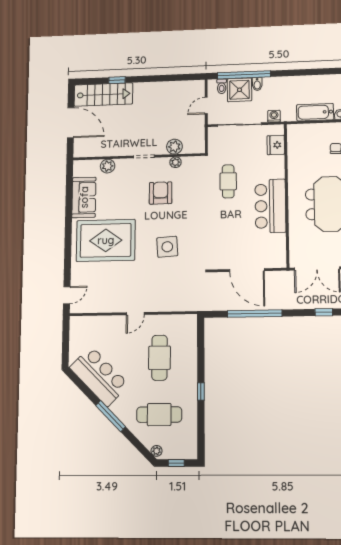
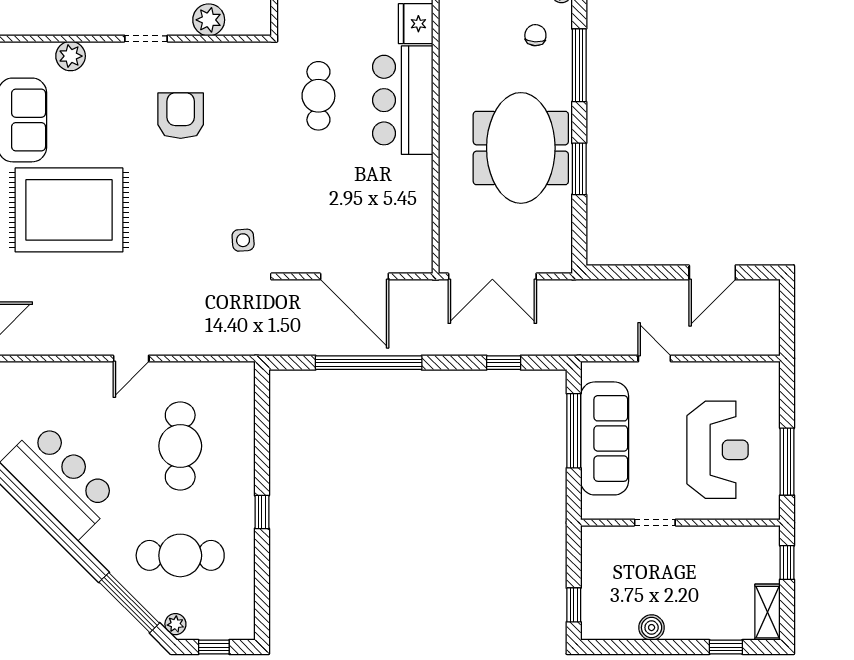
plant: (176, 162) -> (211, 53), removed
bar counter: (270, 206) -> (403, 100), moved
side table: (167, 247) -> (243, 240), moved, width x0.54, depth x0.54
window: (111, 416) -> (129, 603), moved

